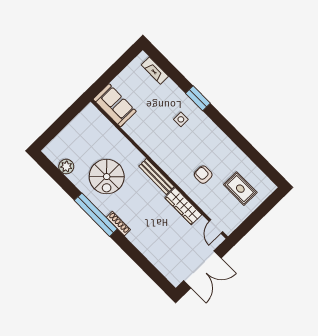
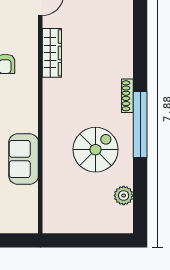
sofa: (115, 105) -> (24, 159), moved
bench: (156, 176) -> (50, 105), removed

